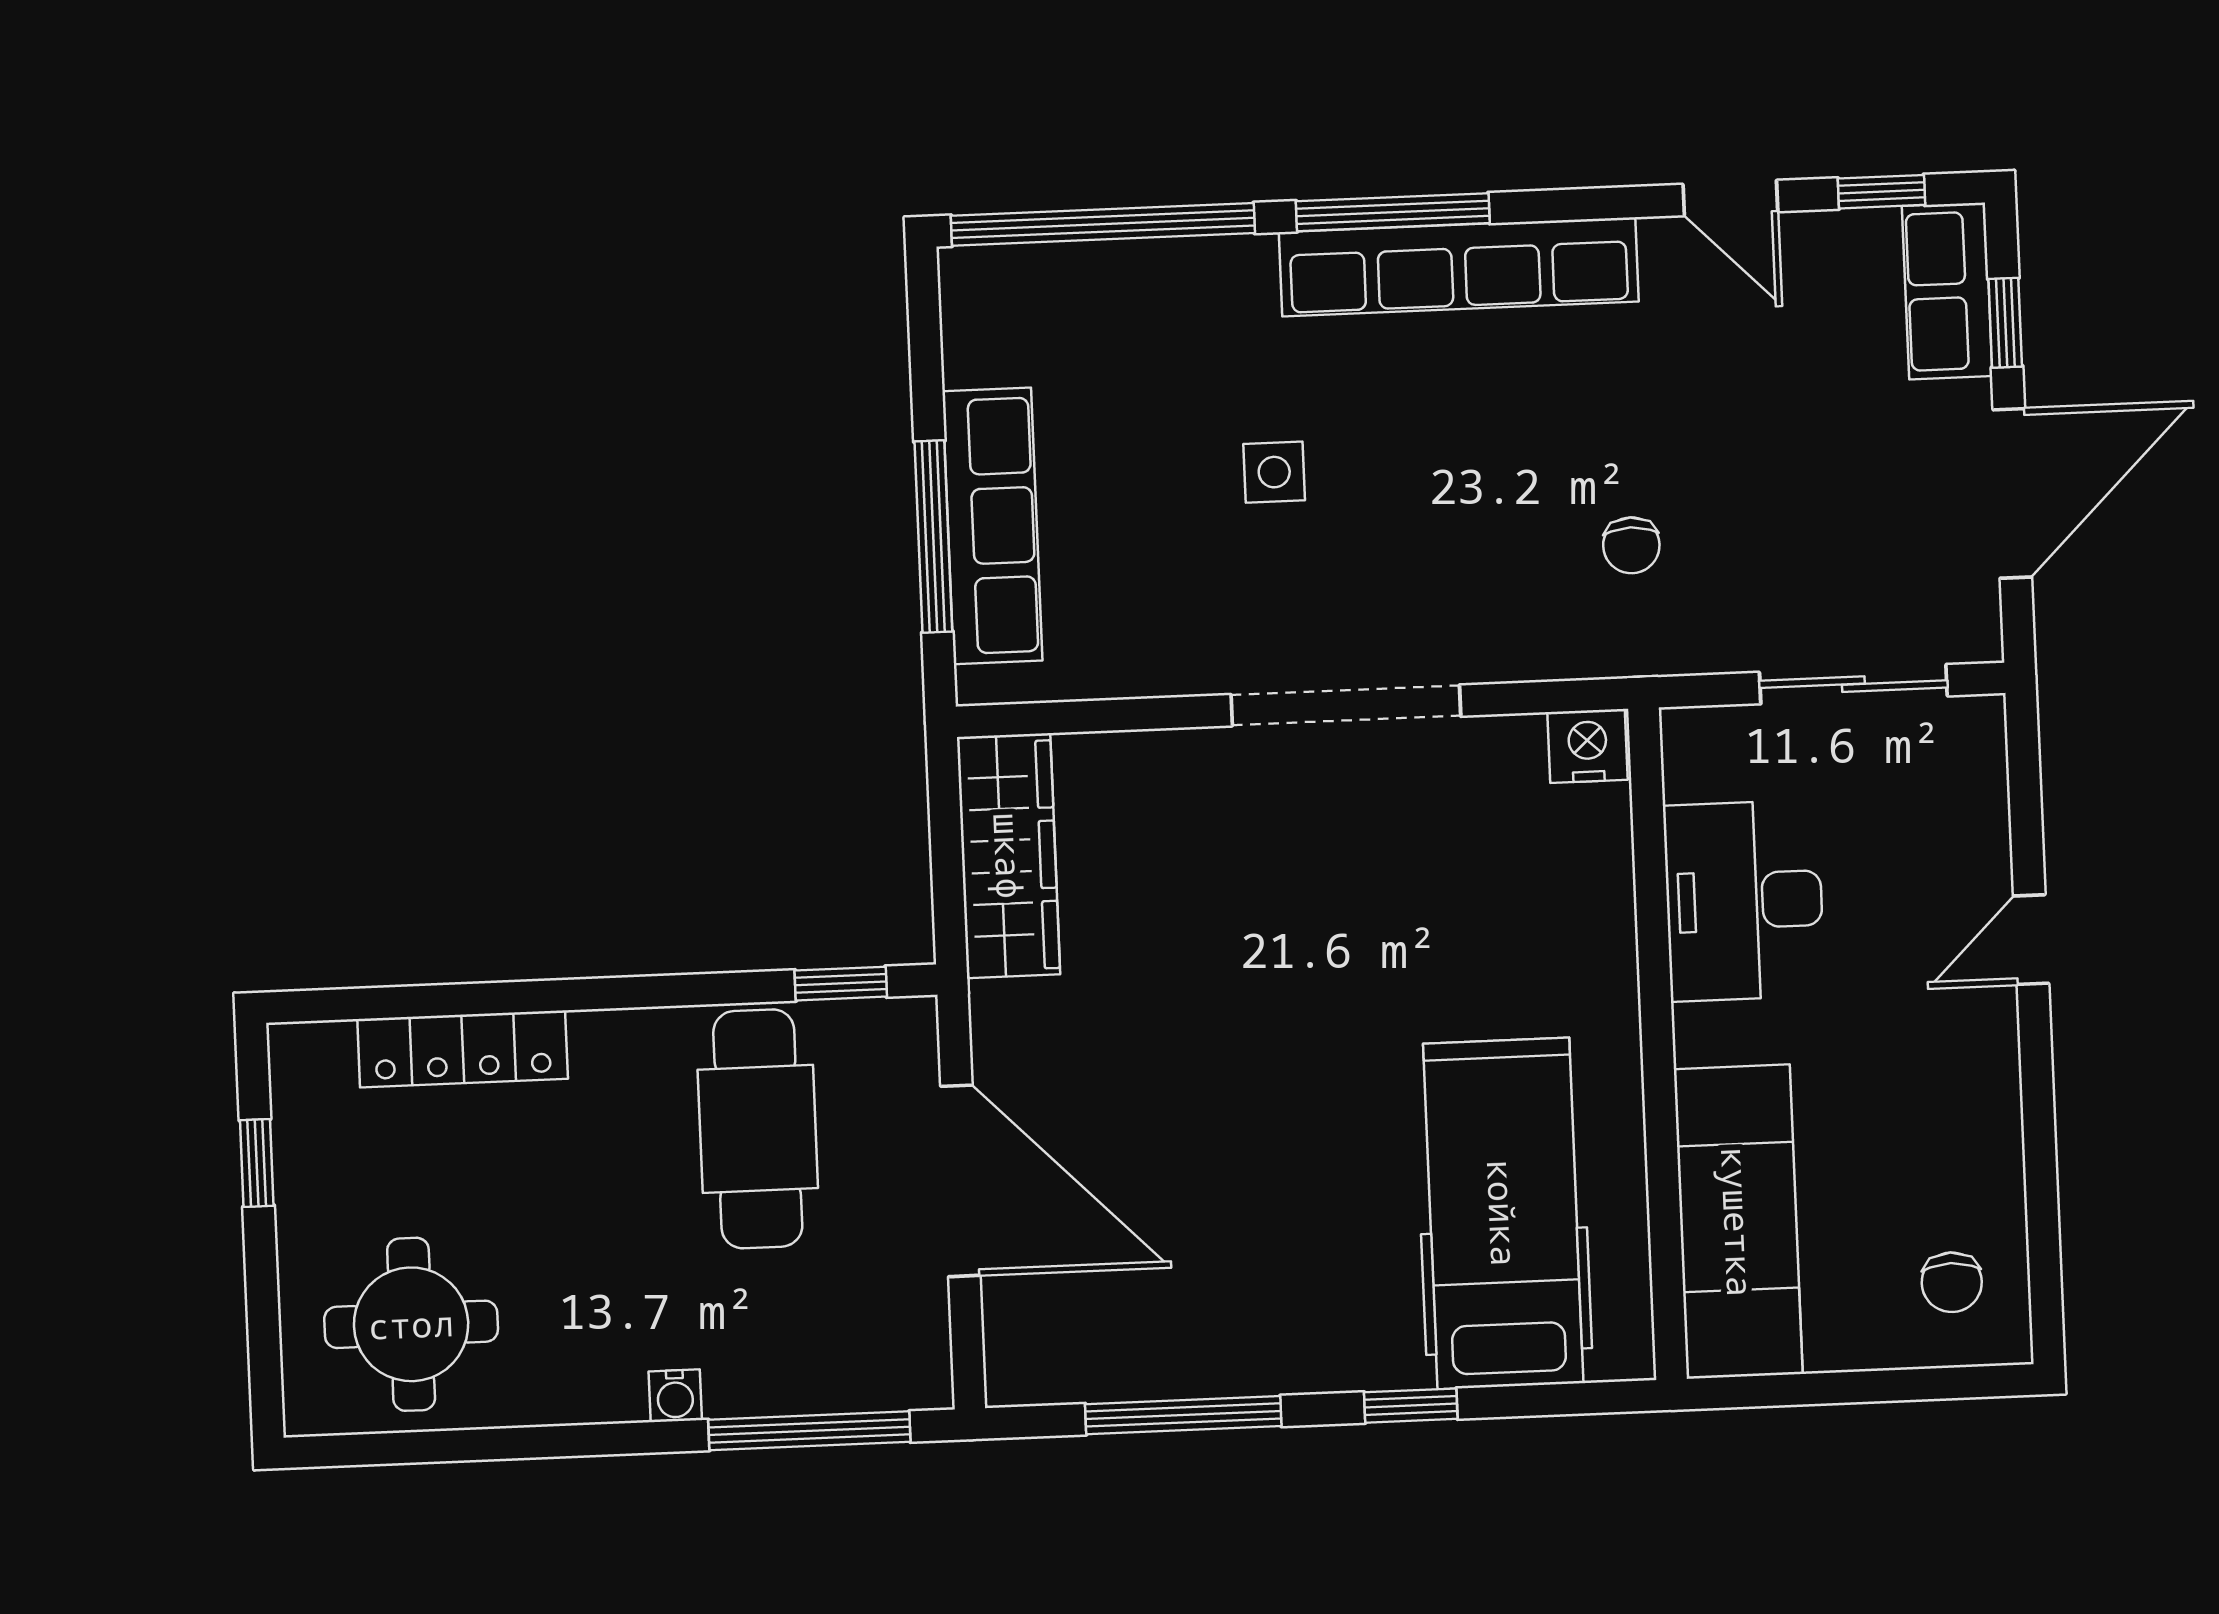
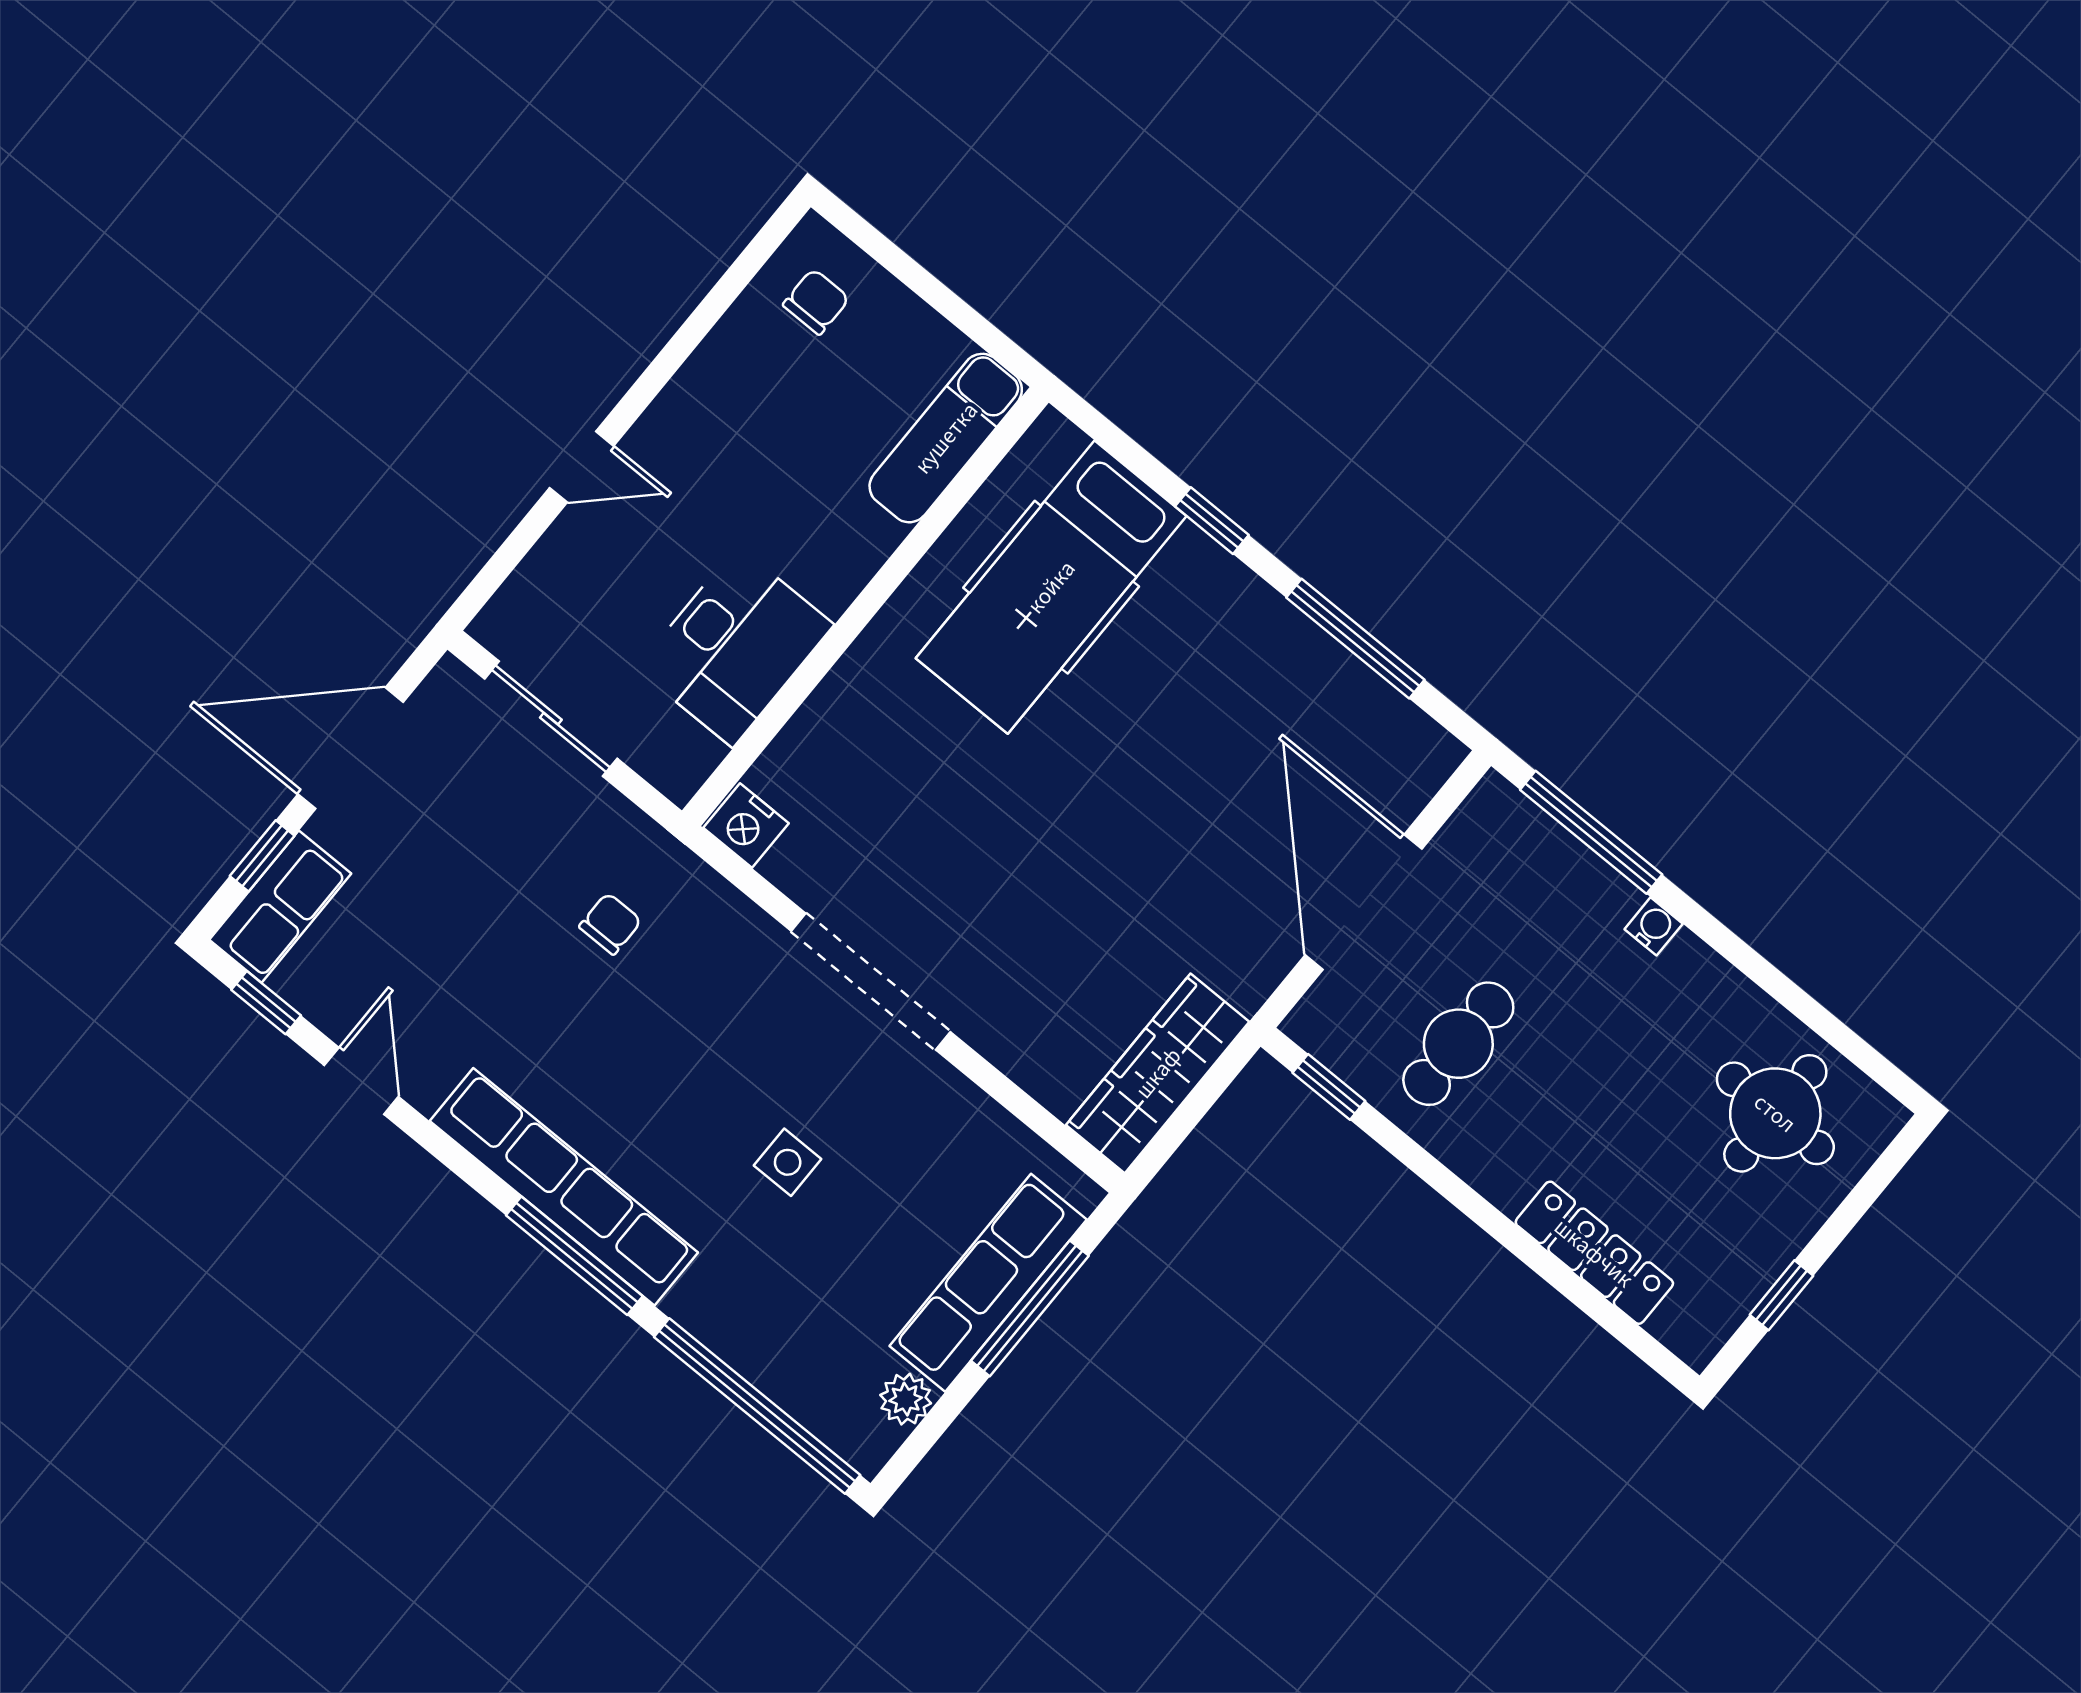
plant: (973, 352) -> (906, 1399), added
cafe table: (758, 1129) -> (1458, 1044), width x0.73, depth x0.74
exam couch: (1738, 1222) -> (946, 438), width x0.73, depth x0.69

